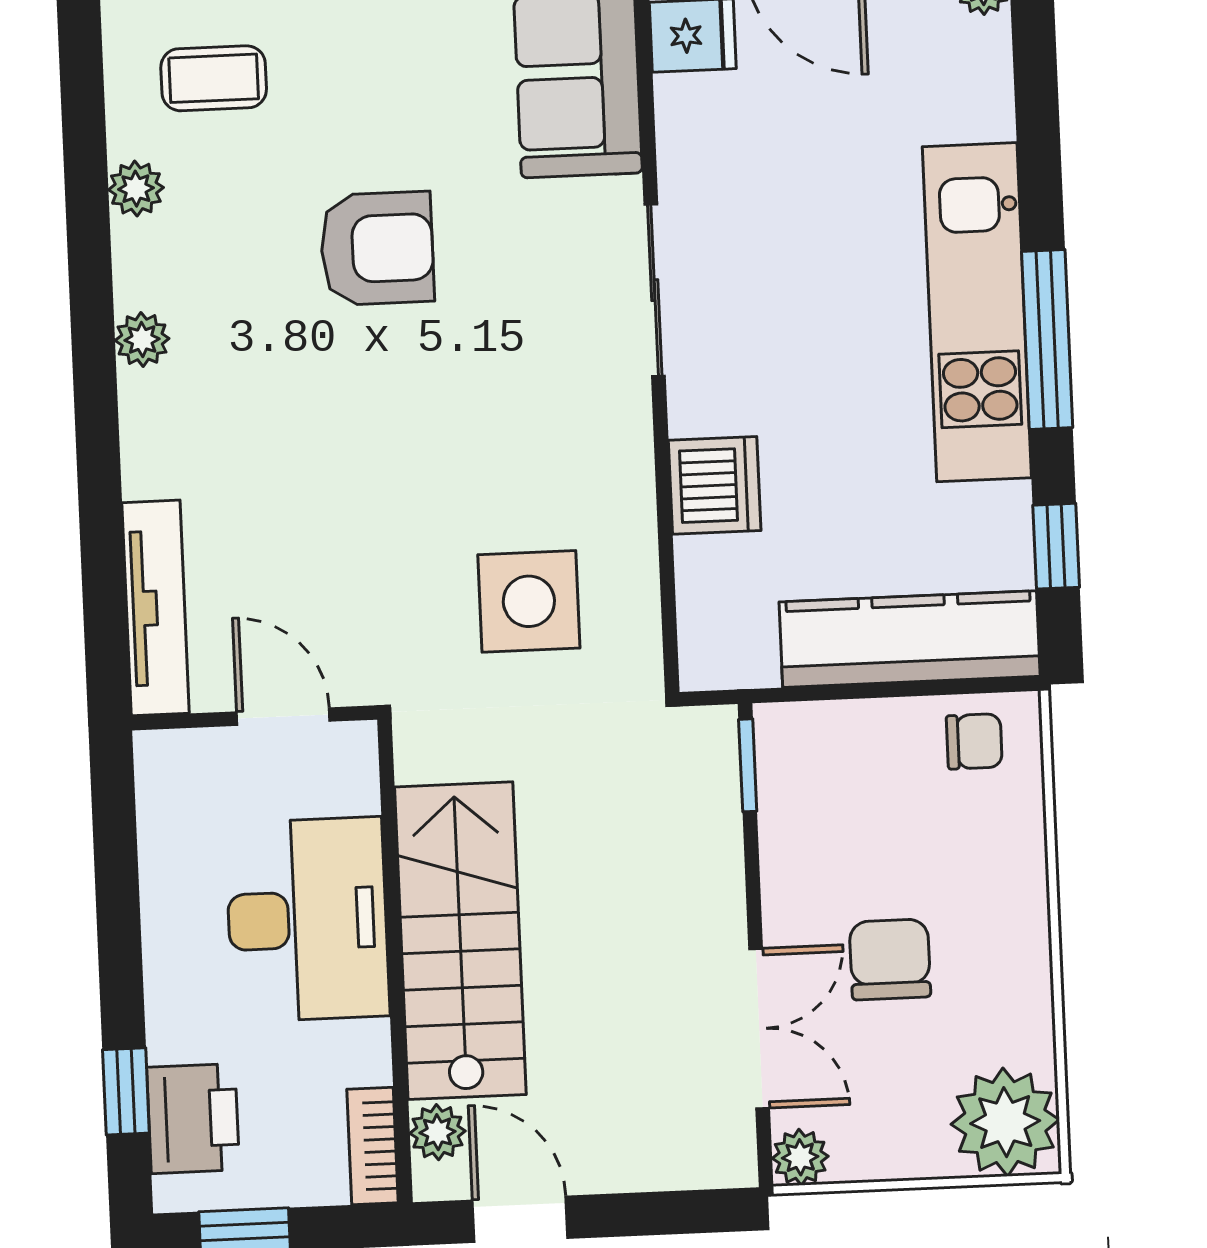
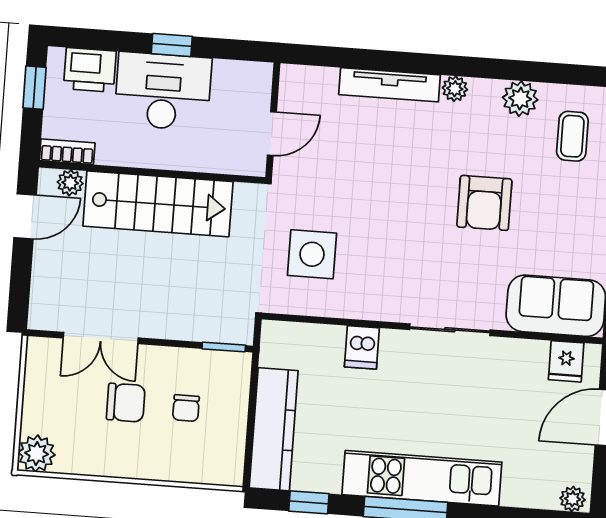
plant: (136, 189) -> (520, 99), width x1.38, depth x1.38
dishwasher: (715, 485) -> (362, 347), width x0.73
tv unit: (156, 608) -> (390, 85), moved
chair: (974, 741) -> (186, 408), moved
desk: (307, 919) -> (163, 91), moved, turned 180
window: (126, 1091) -> (172, 45), moved
plant: (1005, 1122) -> (37, 454), width x0.73, depth x0.73
plant: (800, 1157) -> (39, 350), removed

